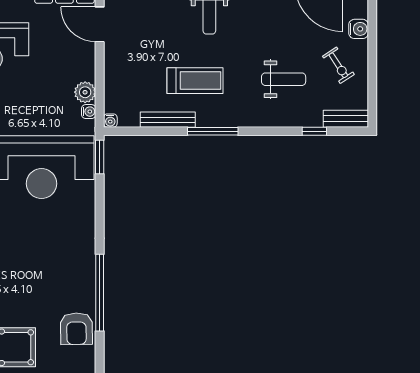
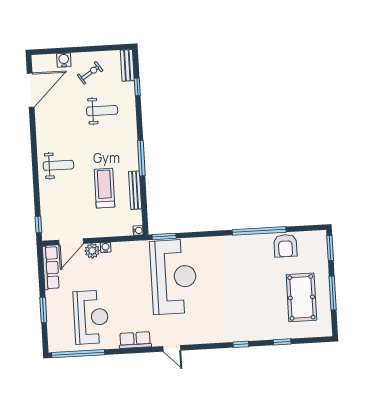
weight bench: (284, 79) -> (102, 111), turned 90
treadmill: (195, 81) -> (105, 188), moved
plant: (85, 92) -> (92, 251), moved
water cooler: (89, 112) -> (106, 248), moved
armchair: (76, 329) -> (285, 246), turned 91

